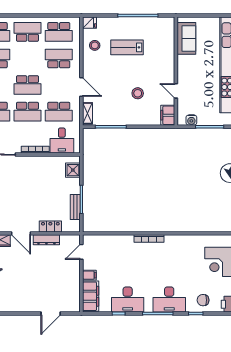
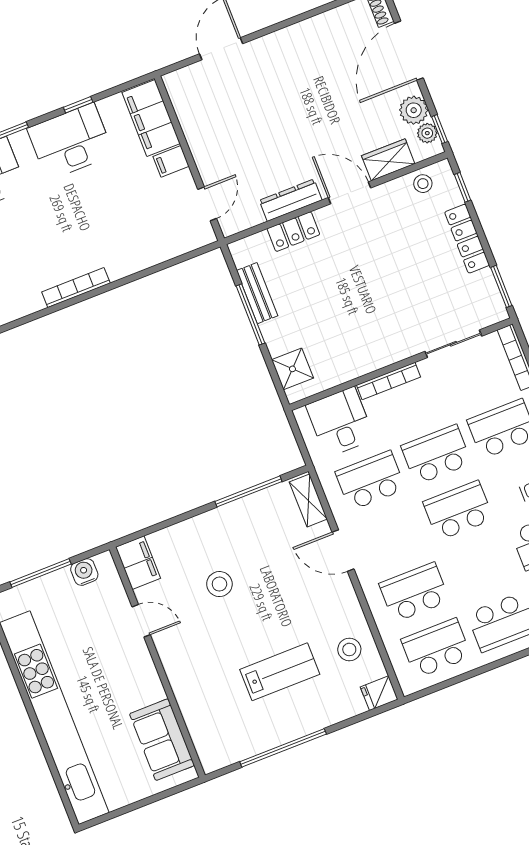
school desk: (59, 58) -> (414, 592), turned 180

